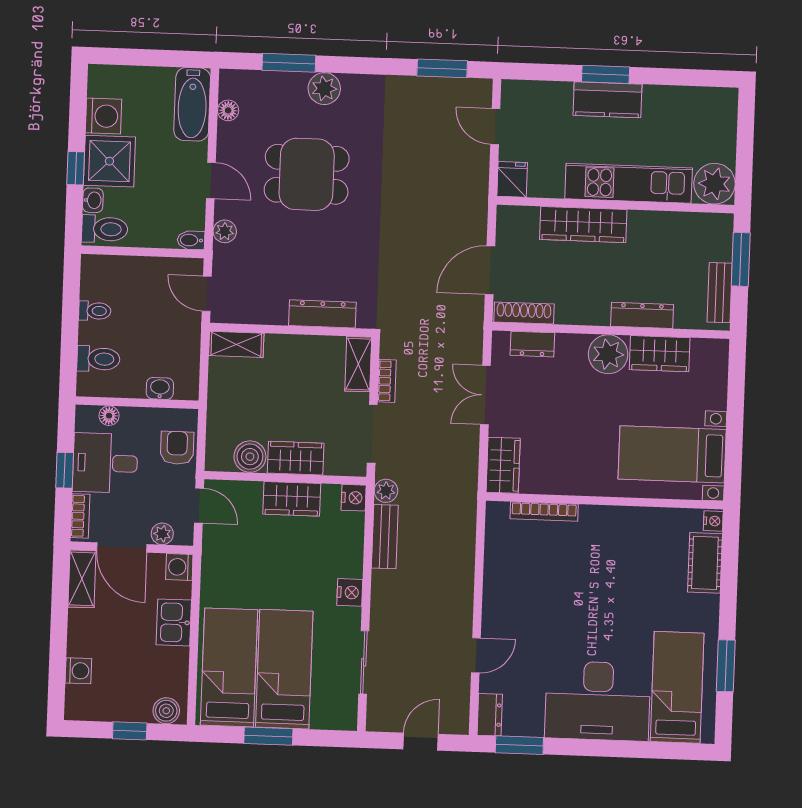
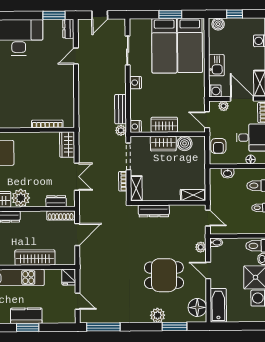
window: (442, 68) -> (103, 327), width x1.44
floor lamp: (228, 110) -> (197, 307), width x1.89, depth x1.89

